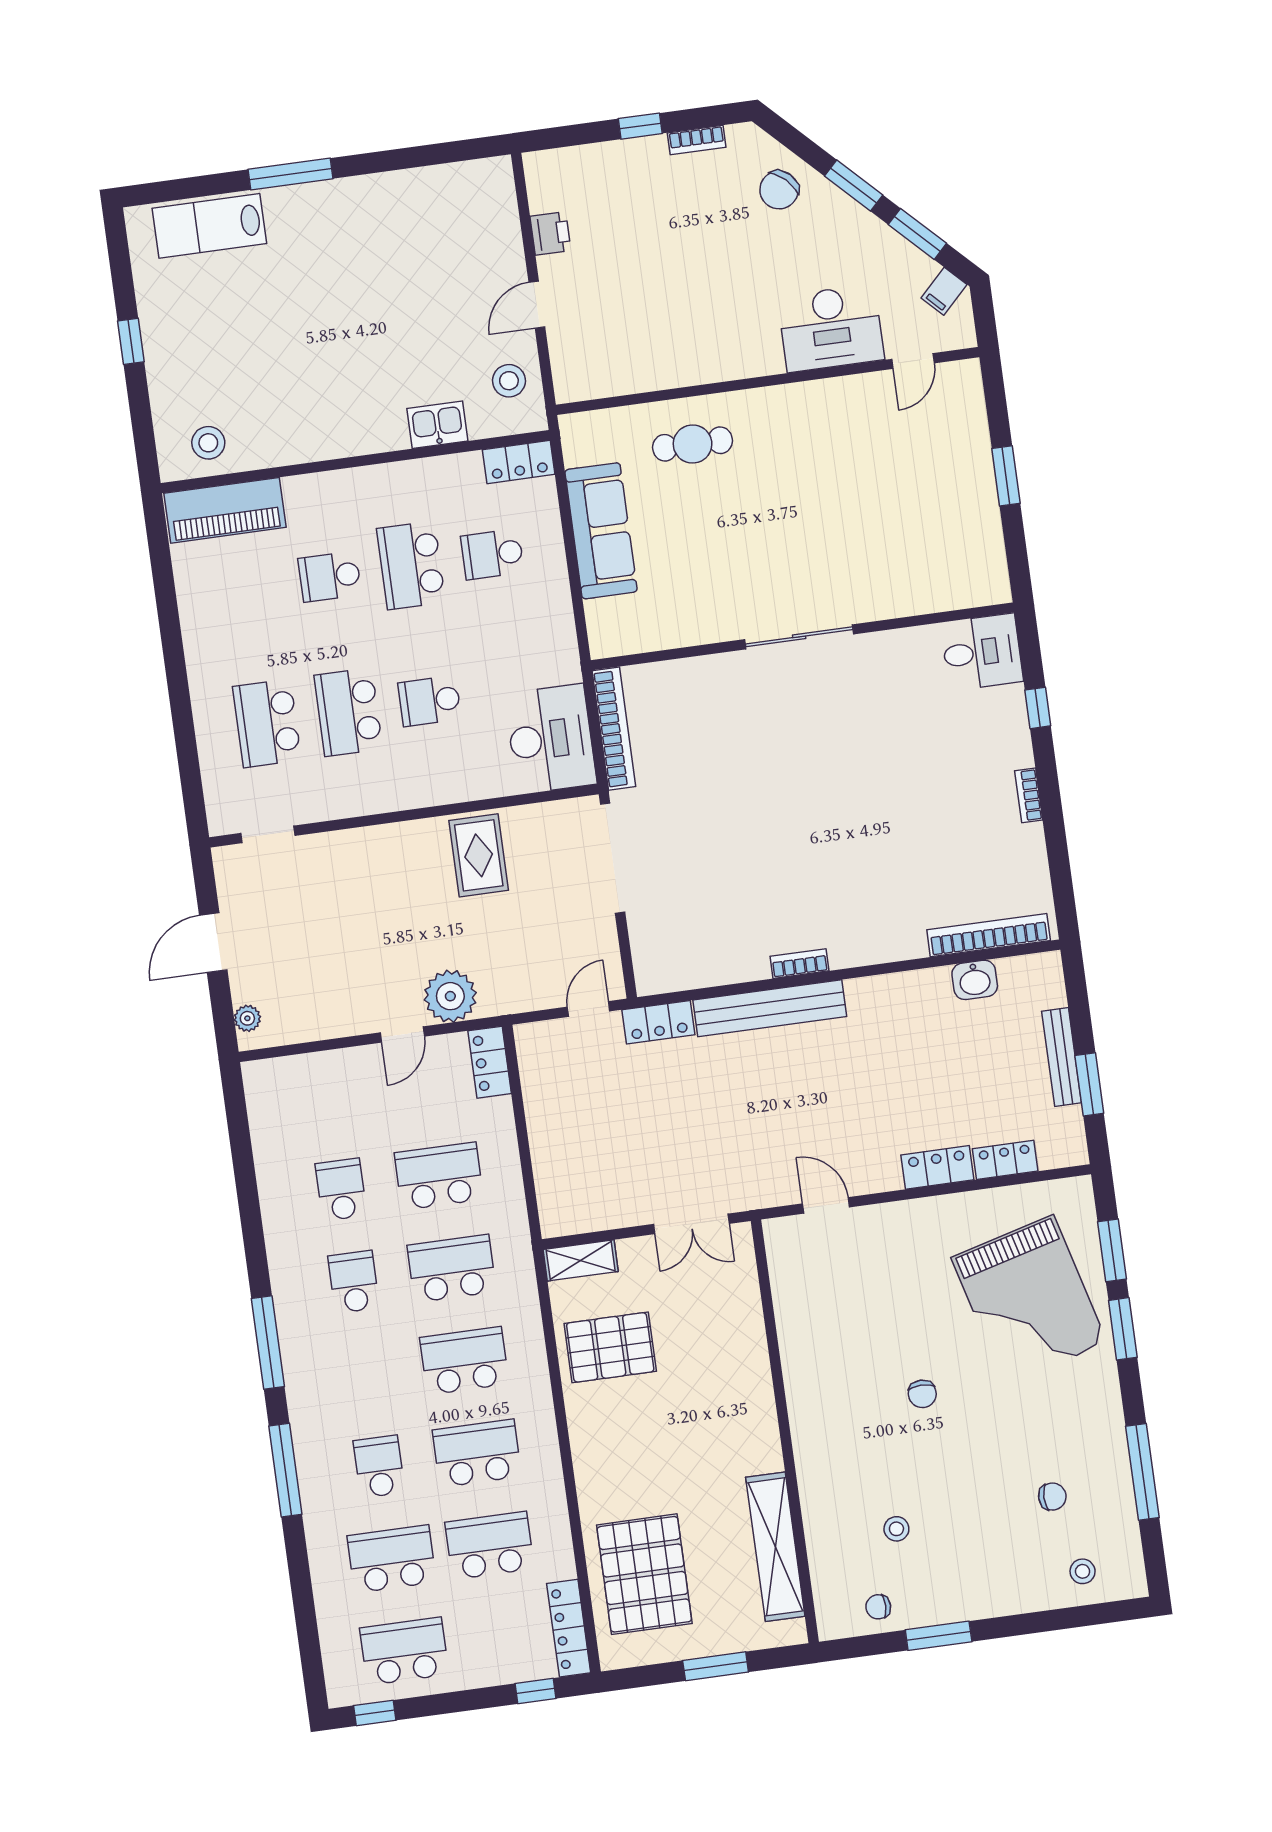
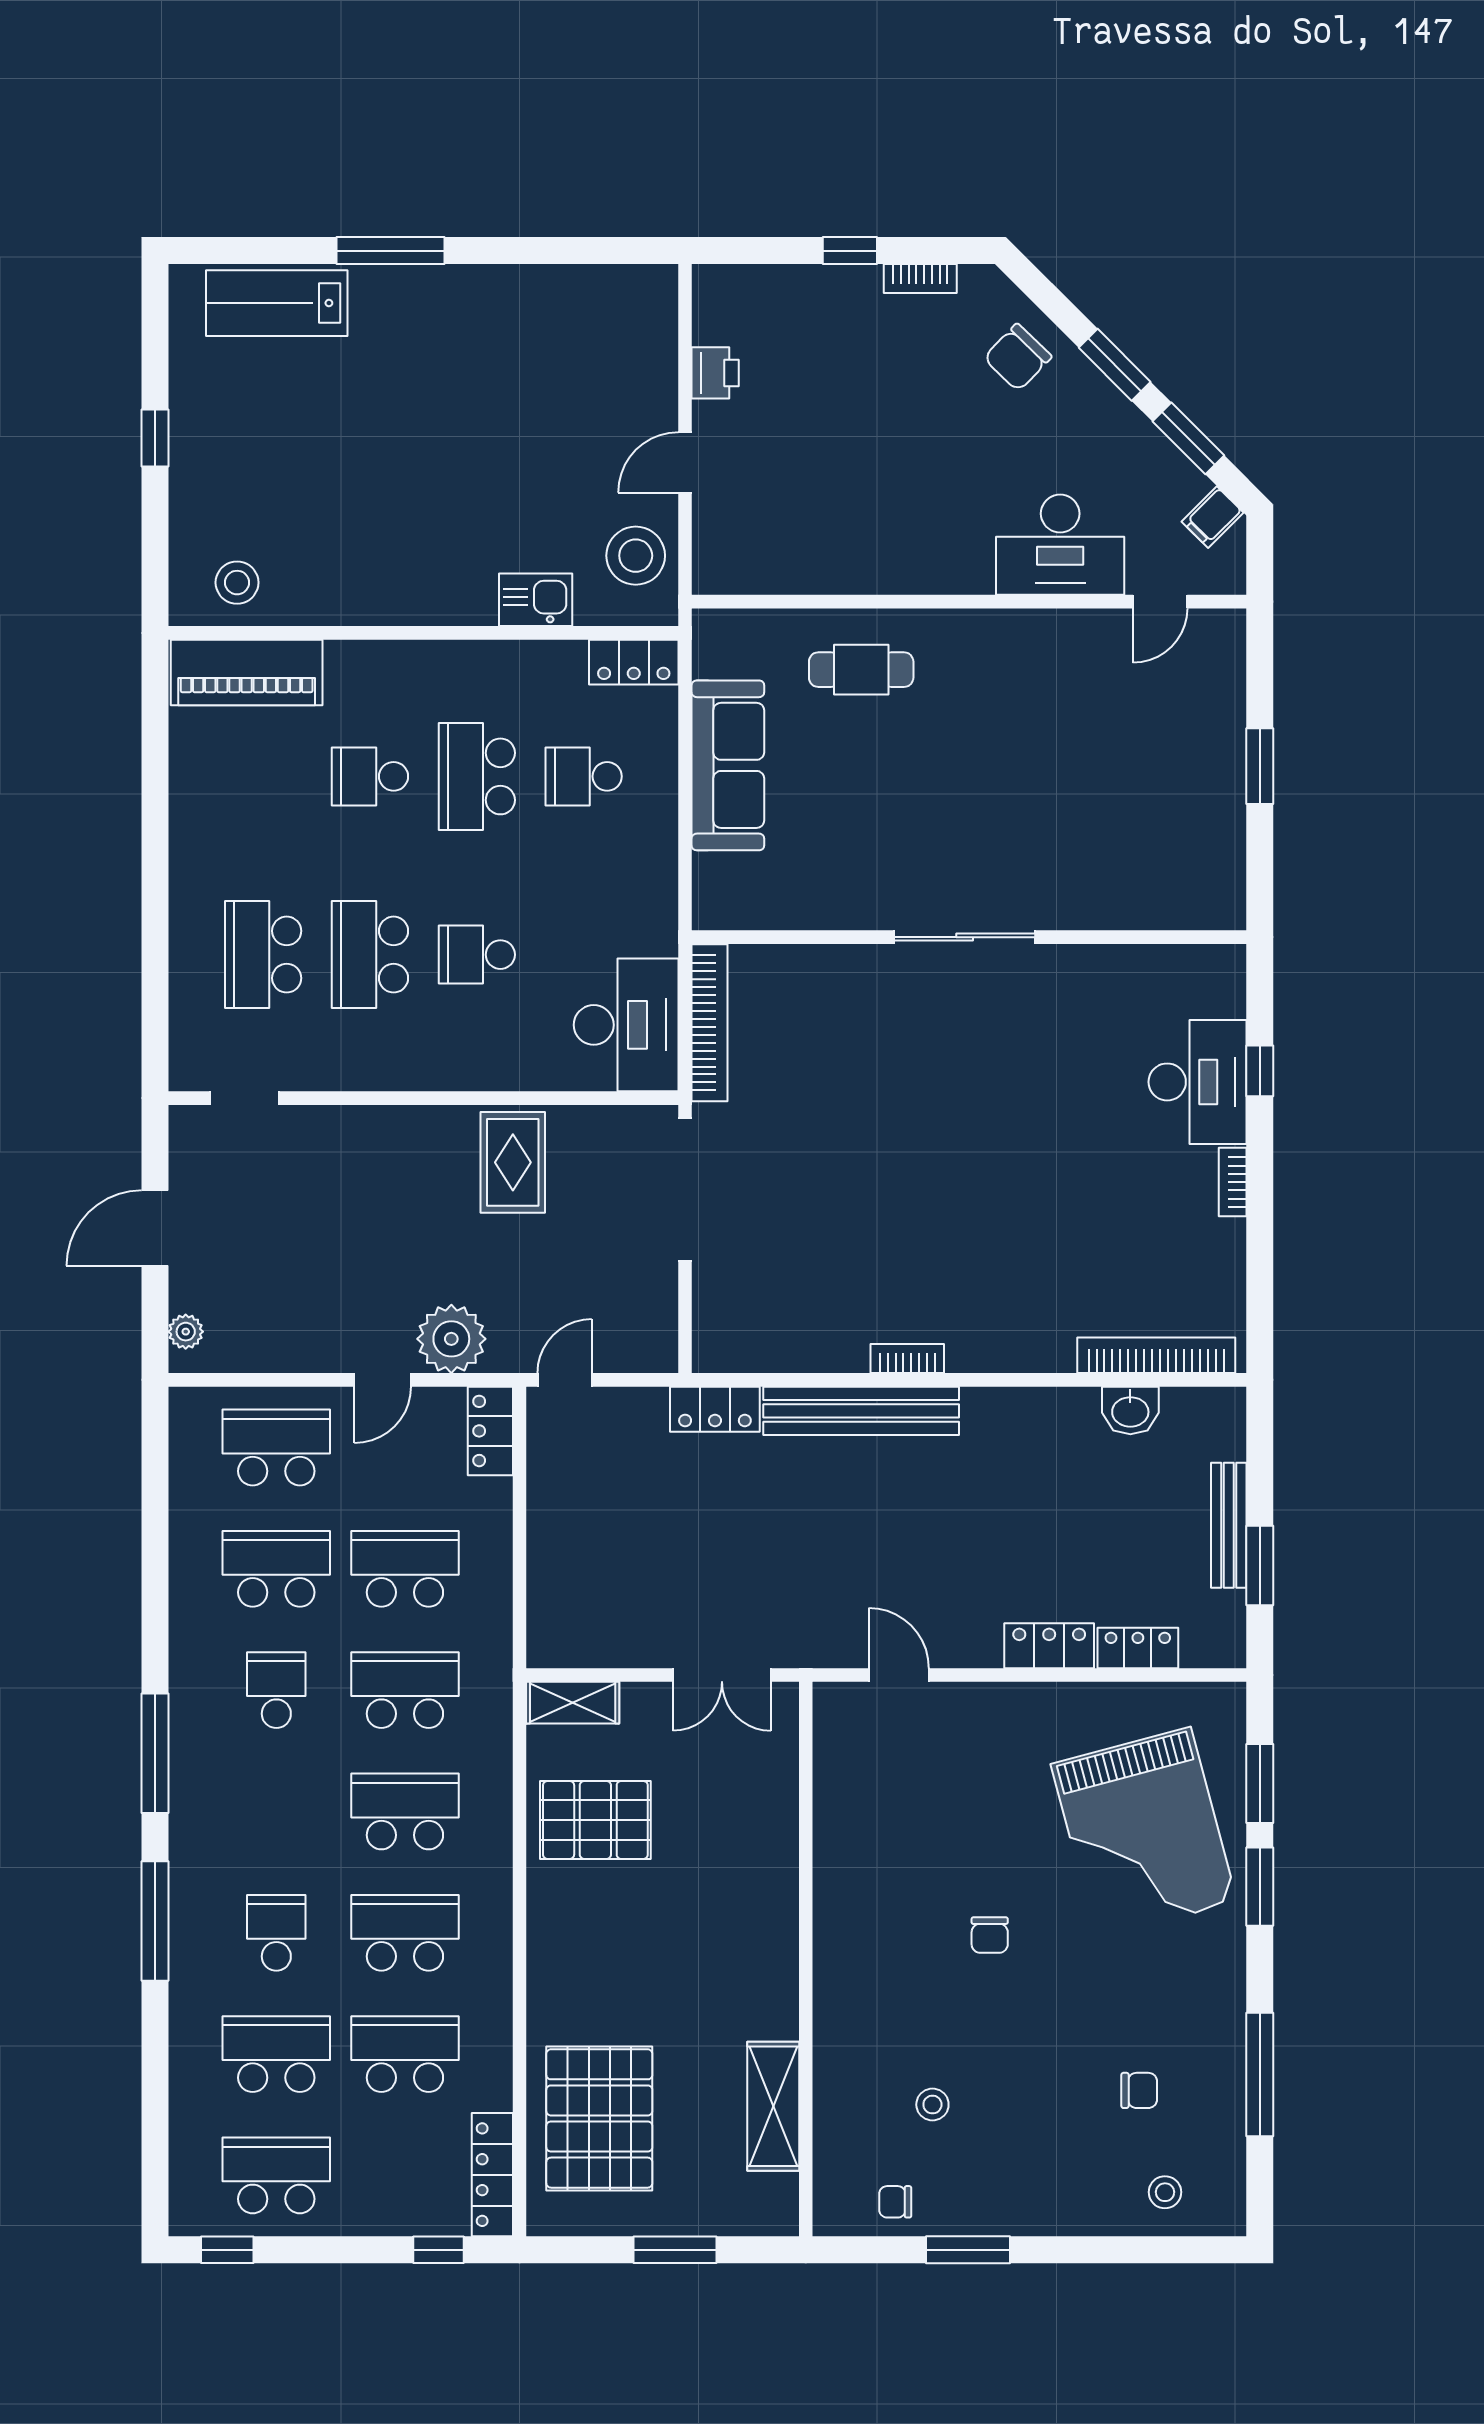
stool: (509, 381) -> (636, 556), width x1.38, depth x1.38
desk: (982, 652) -> (1197, 1082), moved, width x1.37
door: (589, 1009) -> (565, 1380), moved
school desk: (328, 1097) -> (276, 1447), added
school desk: (341, 1189) -> (276, 1569), width x1.85
shelving: (775, 1547) -> (773, 2106), width x0.68

